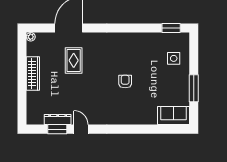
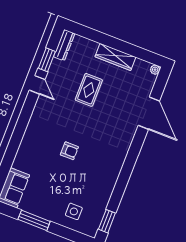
rug: (74, 60) -> (89, 90), moved, turned 90
dresser: (58, 120) -> (64, 45), moved
door: (81, 129) -> (37, 85), hinge flipped

